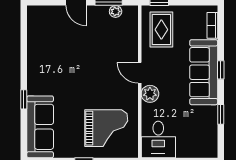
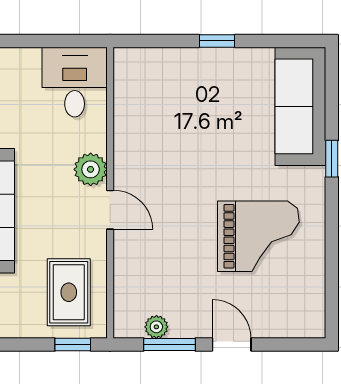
grand piano: (106, 128) -> (258, 236), moved, turned 180

